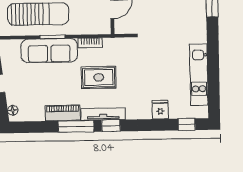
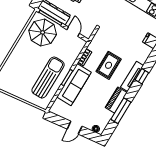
window: (76, 126) -> (121, 111), moved

